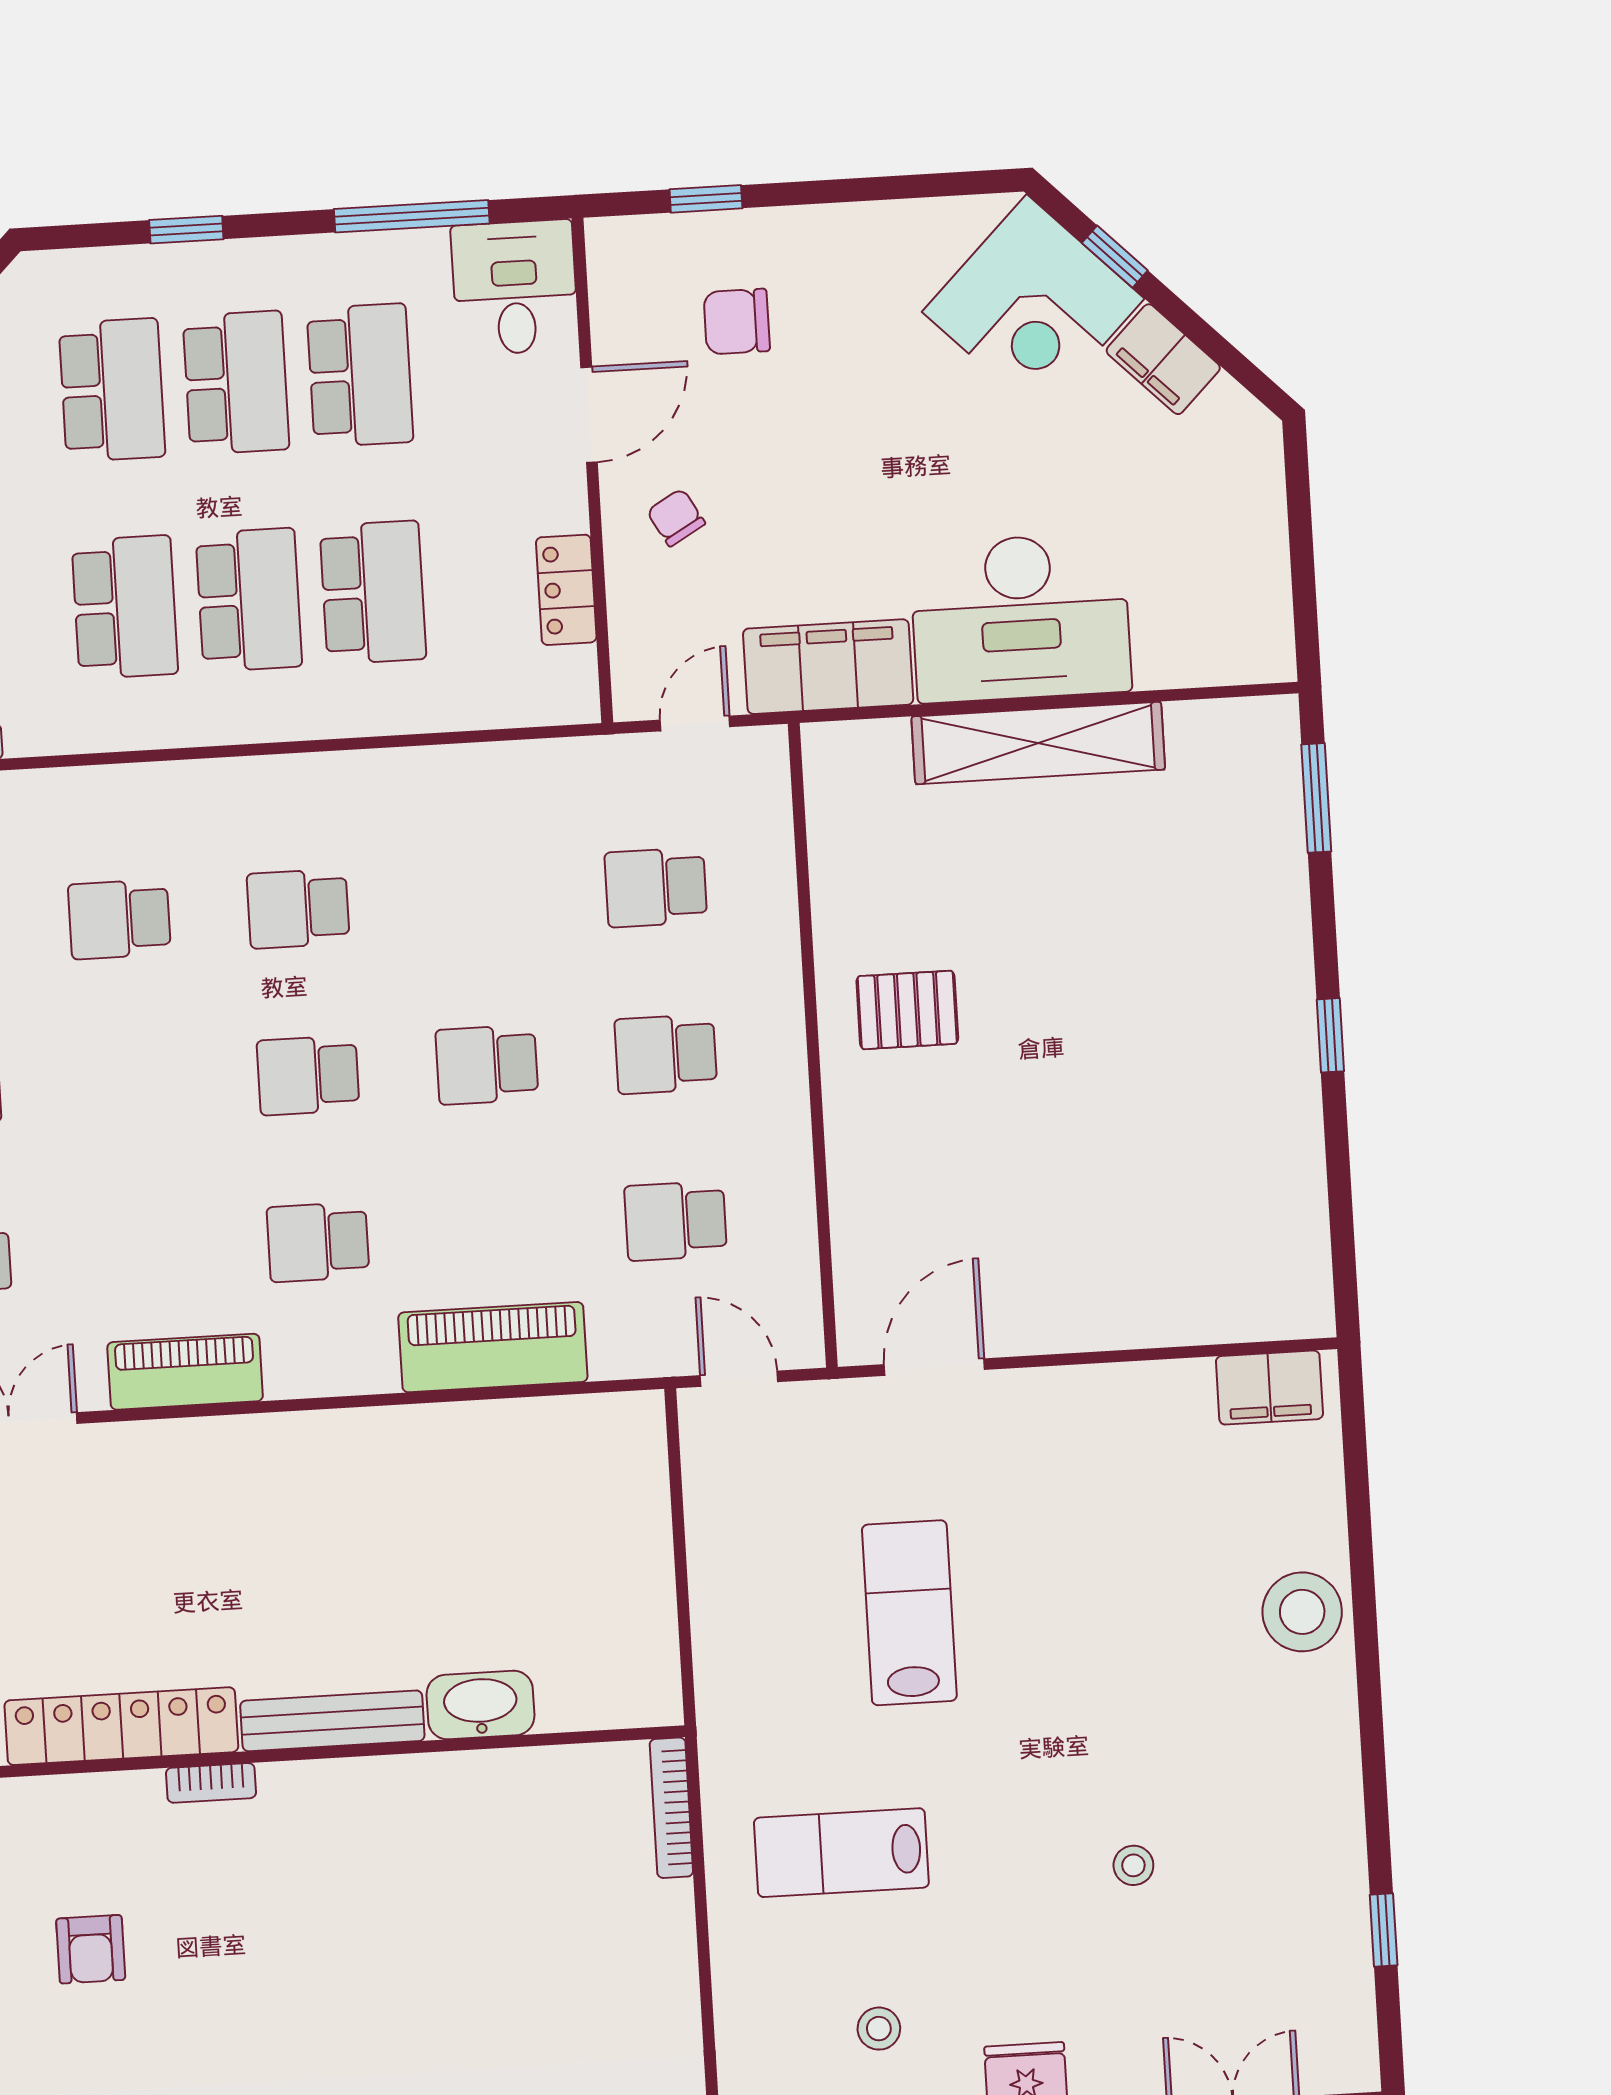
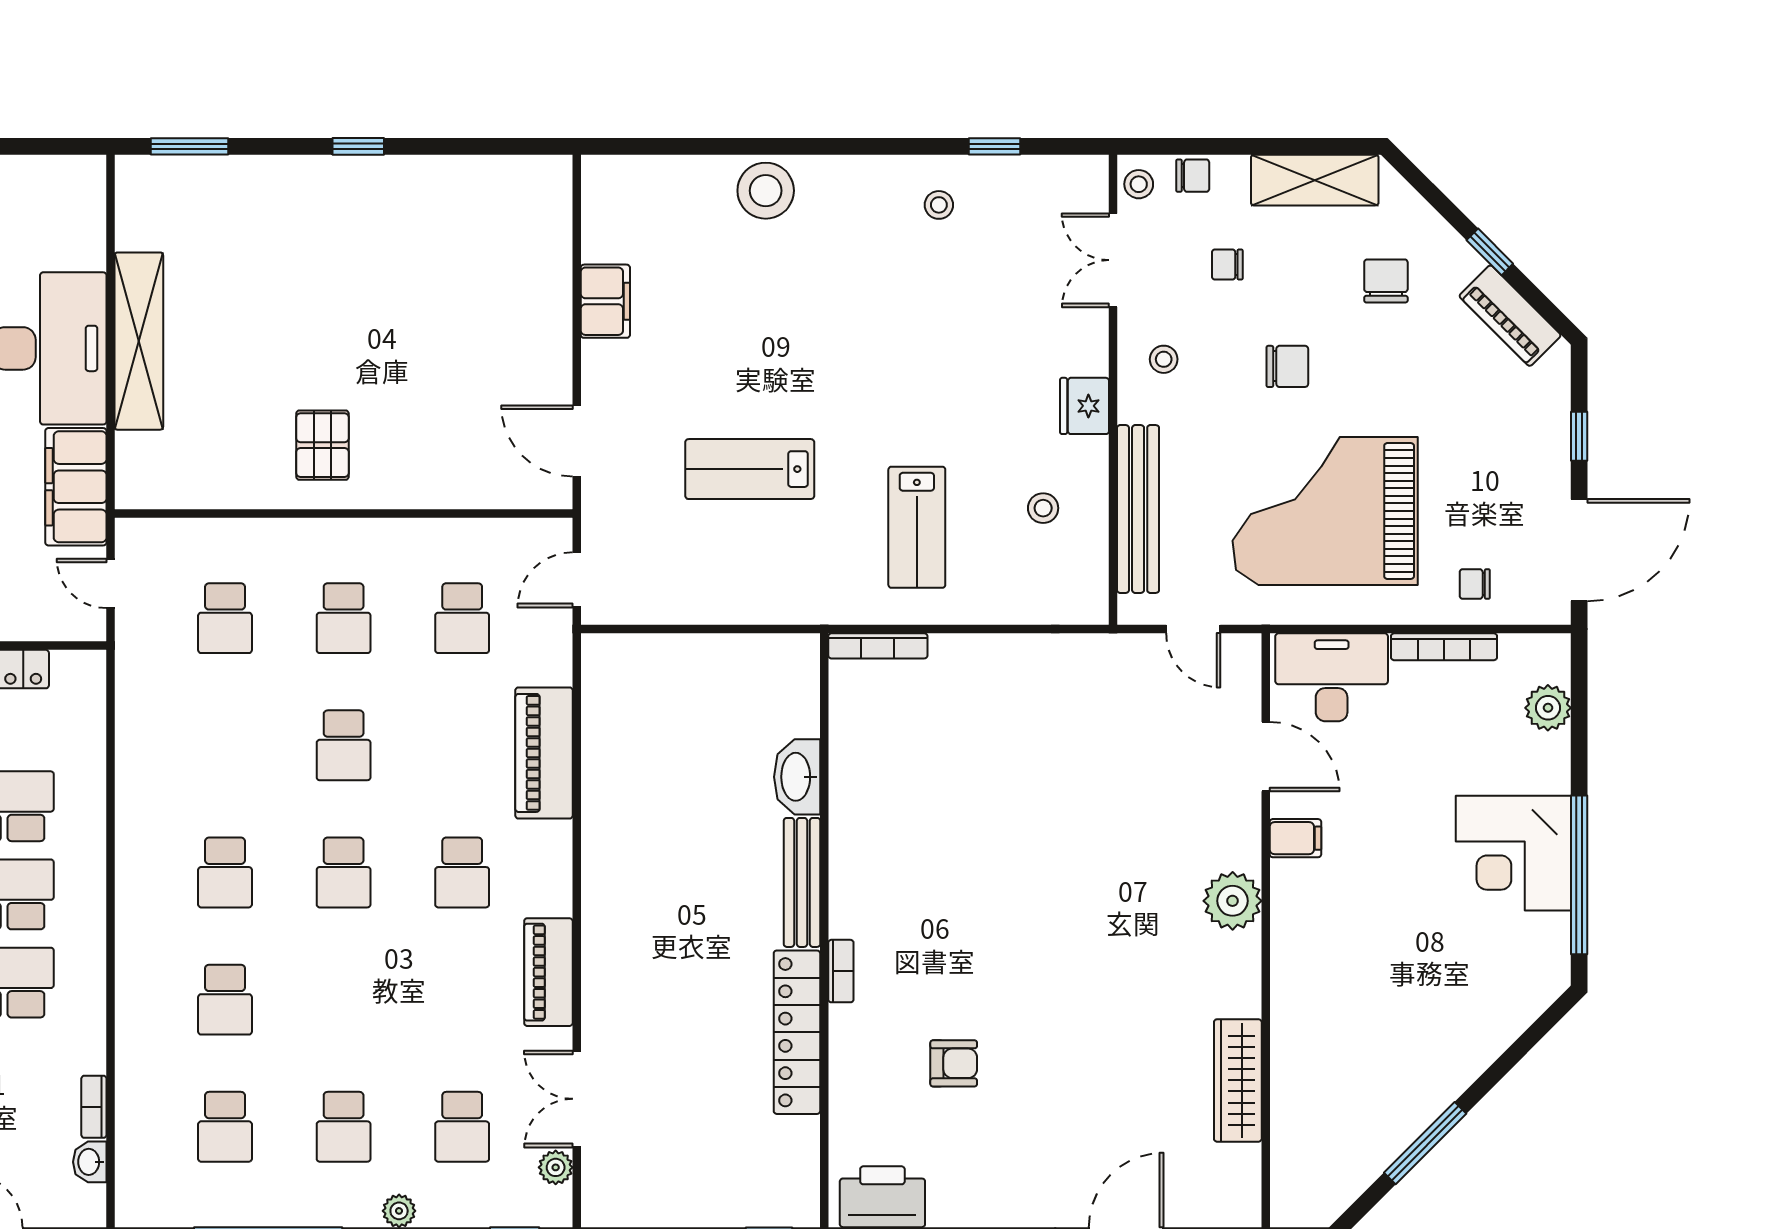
filing cabinet: (1269, 1388) -> (605, 301), moved
stool: (1133, 1865) -> (939, 205), moved

